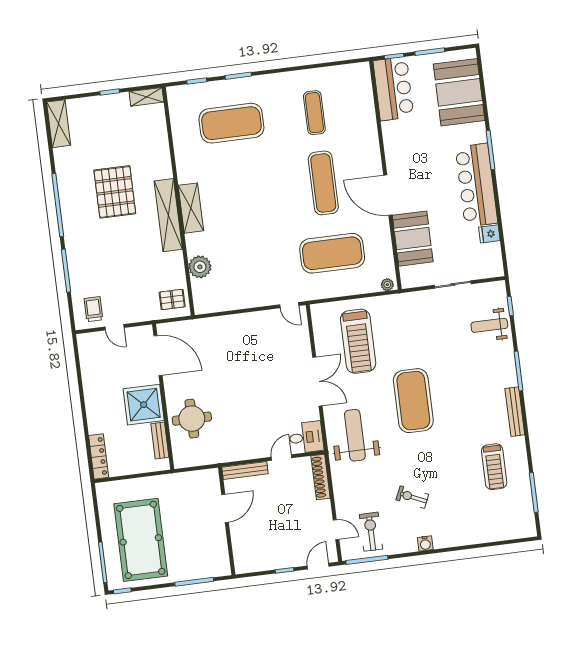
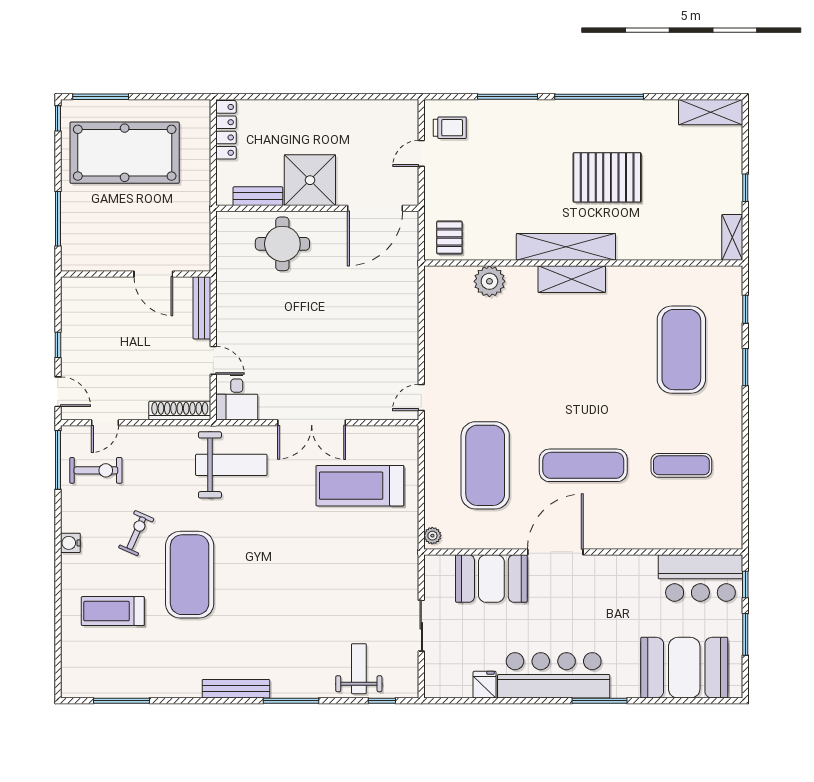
exercise mat: (413, 401) -> (190, 575), moved, turned 90
locker: (99, 456) -> (226, 130), moved, turned -90
treadmill: (494, 467) -> (113, 611), moved

